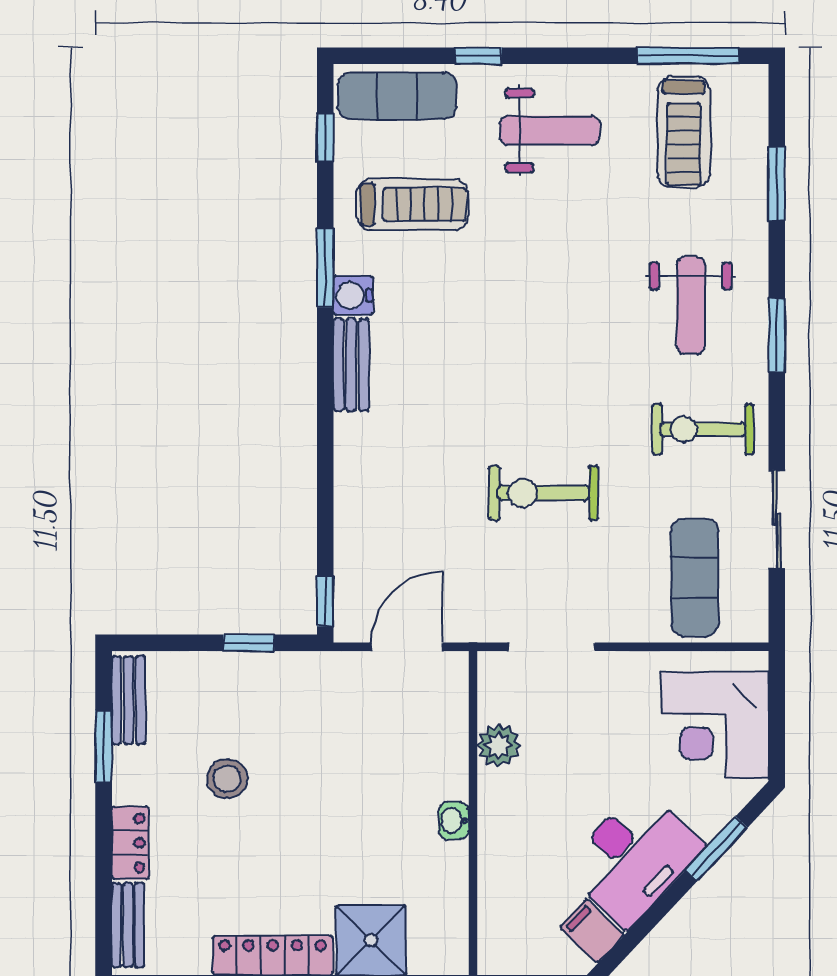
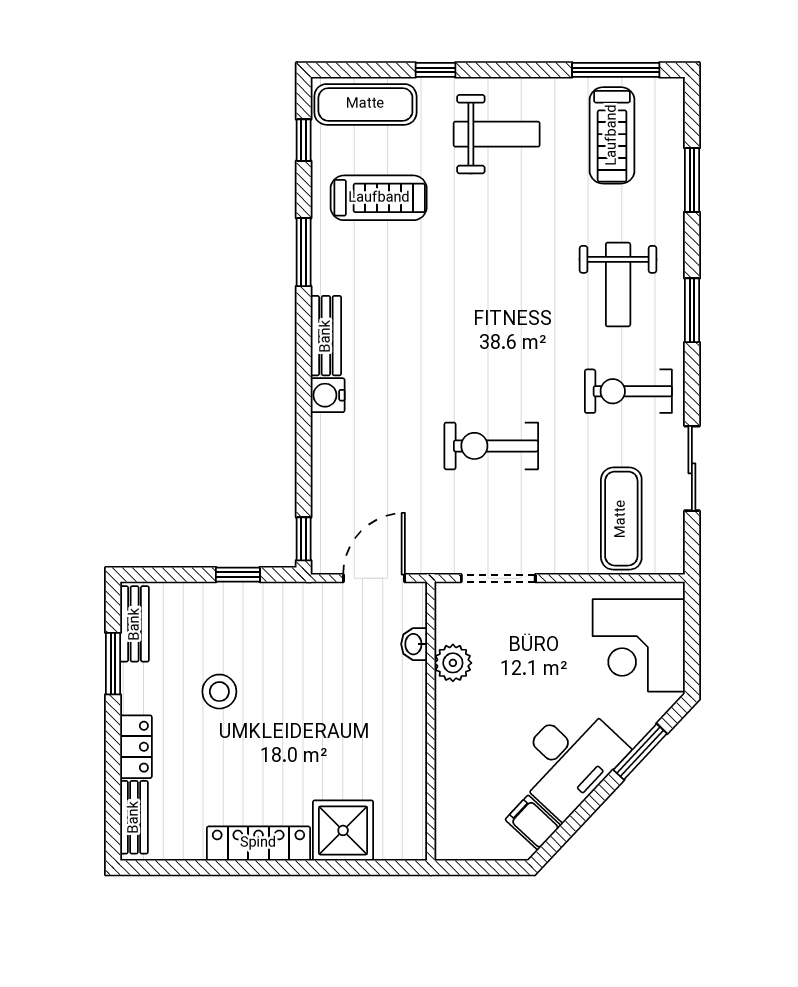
water cooler: (353, 295) -> (328, 395), moved
washbasin: (454, 821) -> (414, 644), moved

